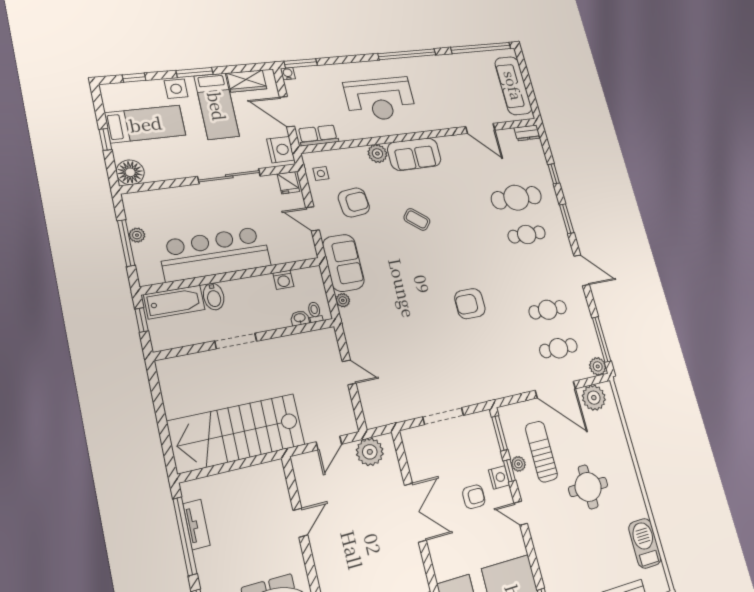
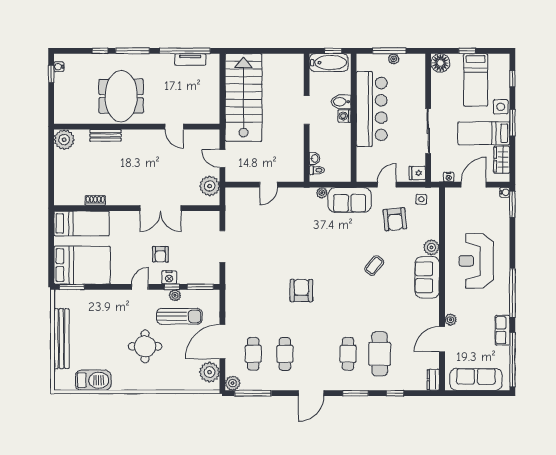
plant: (456, 121) -> (451, 320), added
row of seats: (318, 135) -> (502, 330), moved, turned 180
nightstand: (281, 150) -> (449, 177), width x0.53, depth x0.56
washing machine: (283, 280) -> (344, 116), moved
bathtub: (174, 302) -> (329, 63), moved, turned -90

